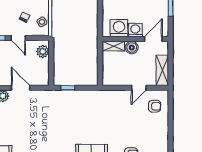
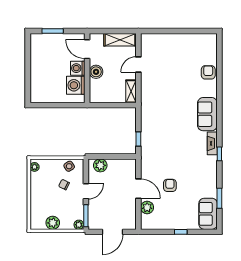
shelving: (114, 46) -> (131, 91), moved
door: (21, 88) -> (138, 189), swing flipped
door: (139, 88) -> (138, 64), swing flipped
armchair: (155, 106) -> (170, 185), moved

